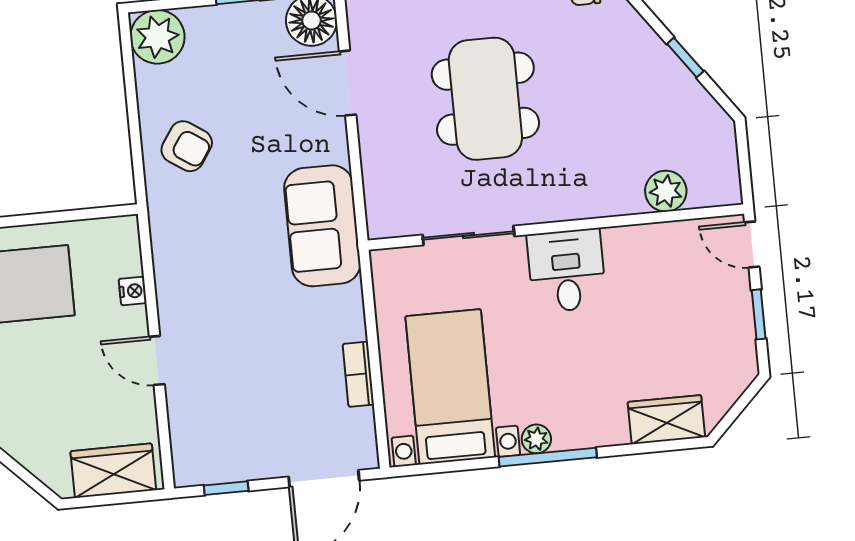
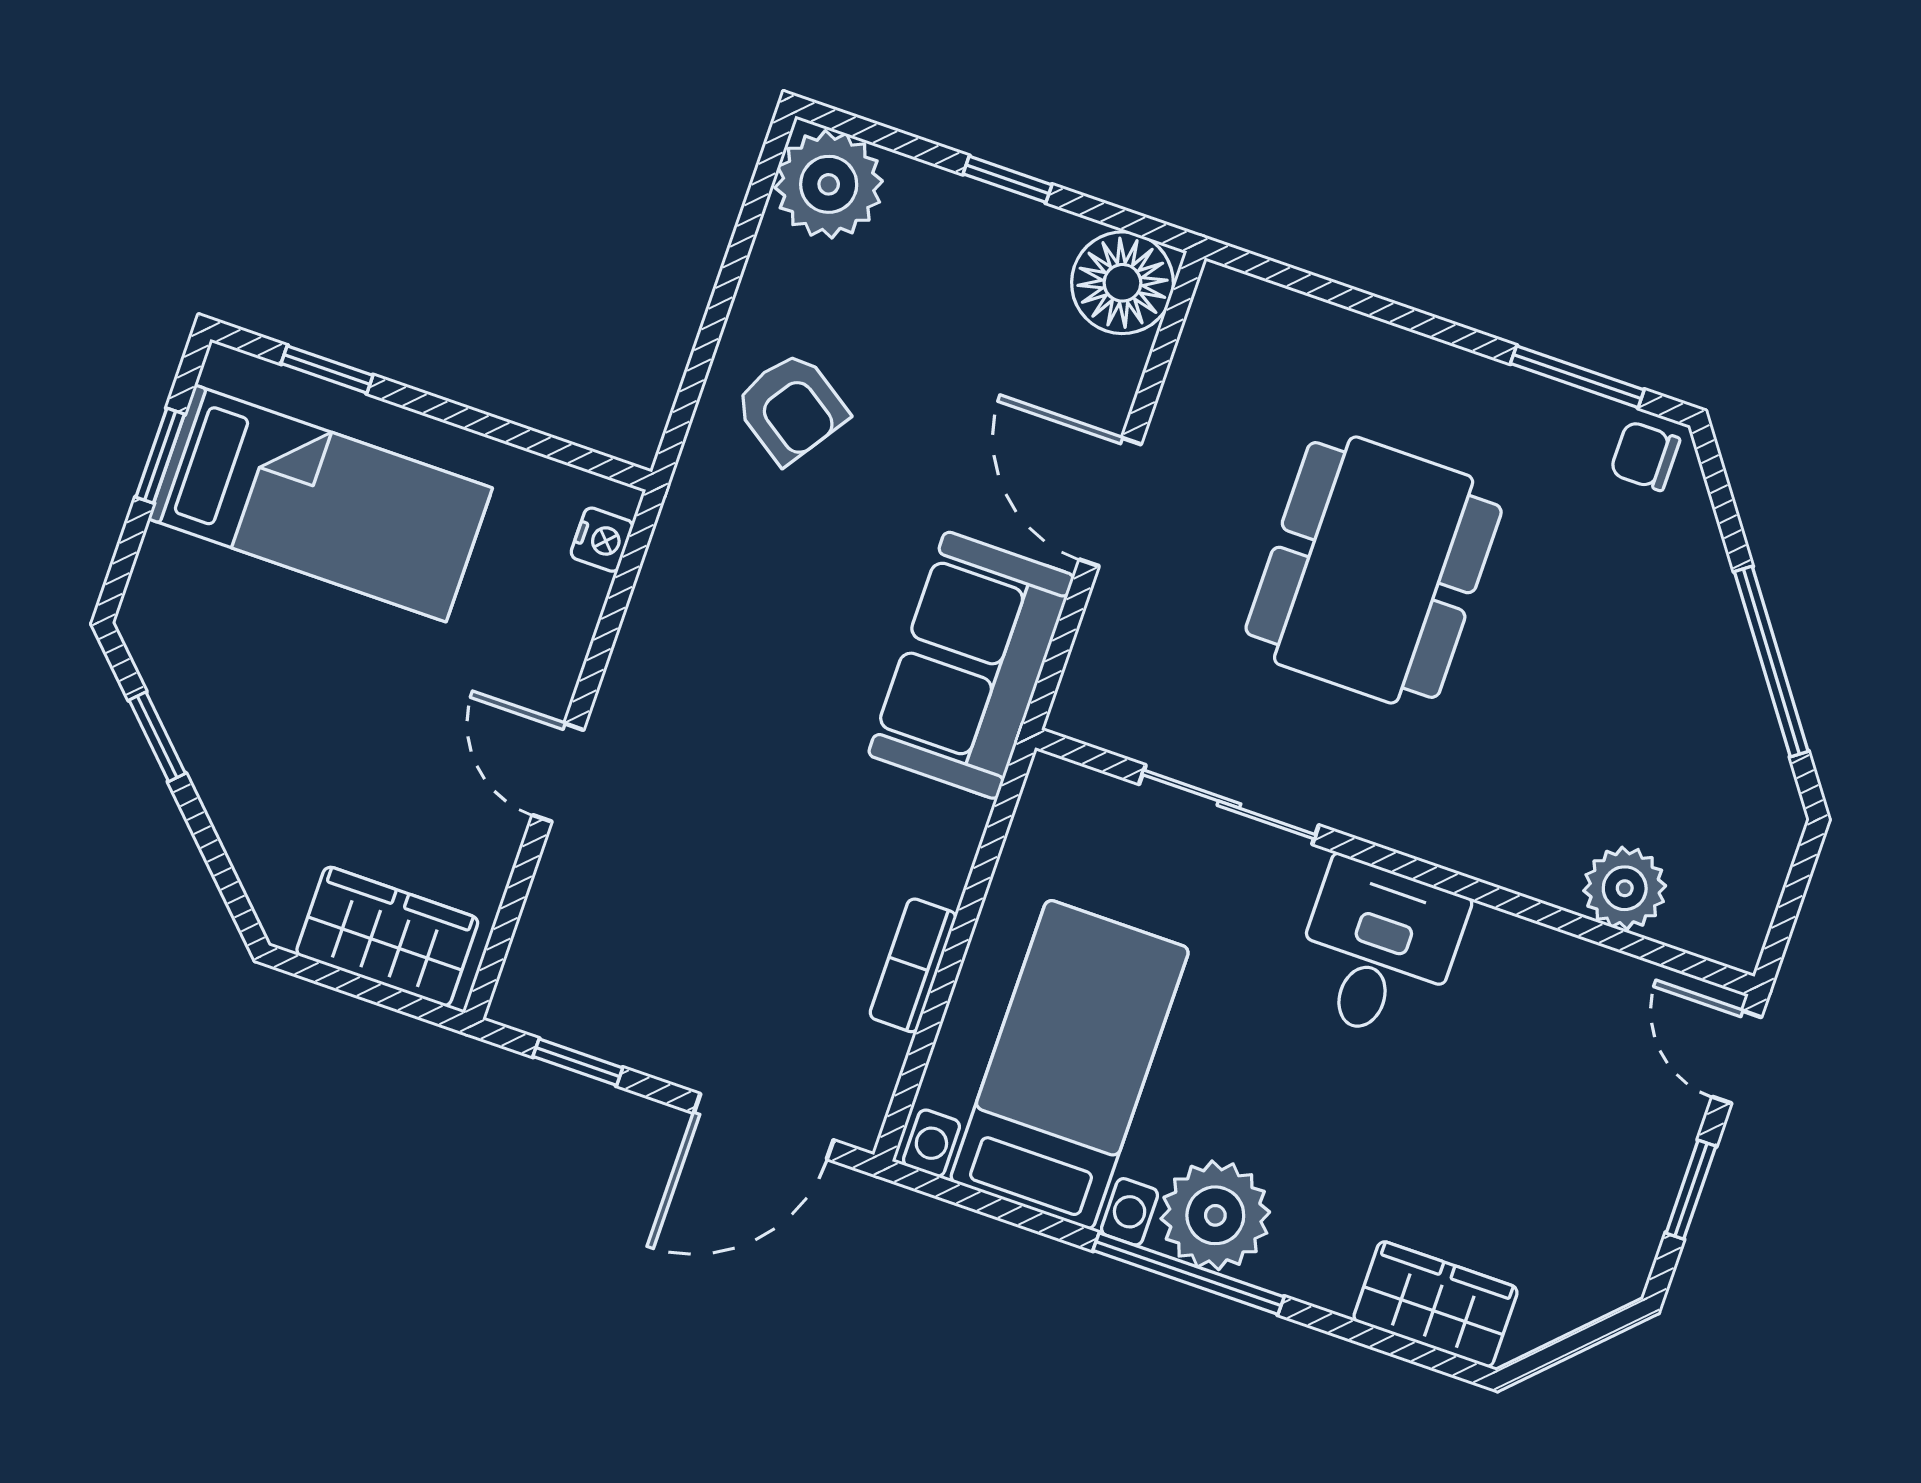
window: (685, 58) -> (1771, 661), width x2.17
door: (348, 83) -> (1110, 502), moved
nightstand: (133, 291) -> (602, 540), moved
plant: (536, 439) -> (1215, 1215), width x1.88, depth x1.88

